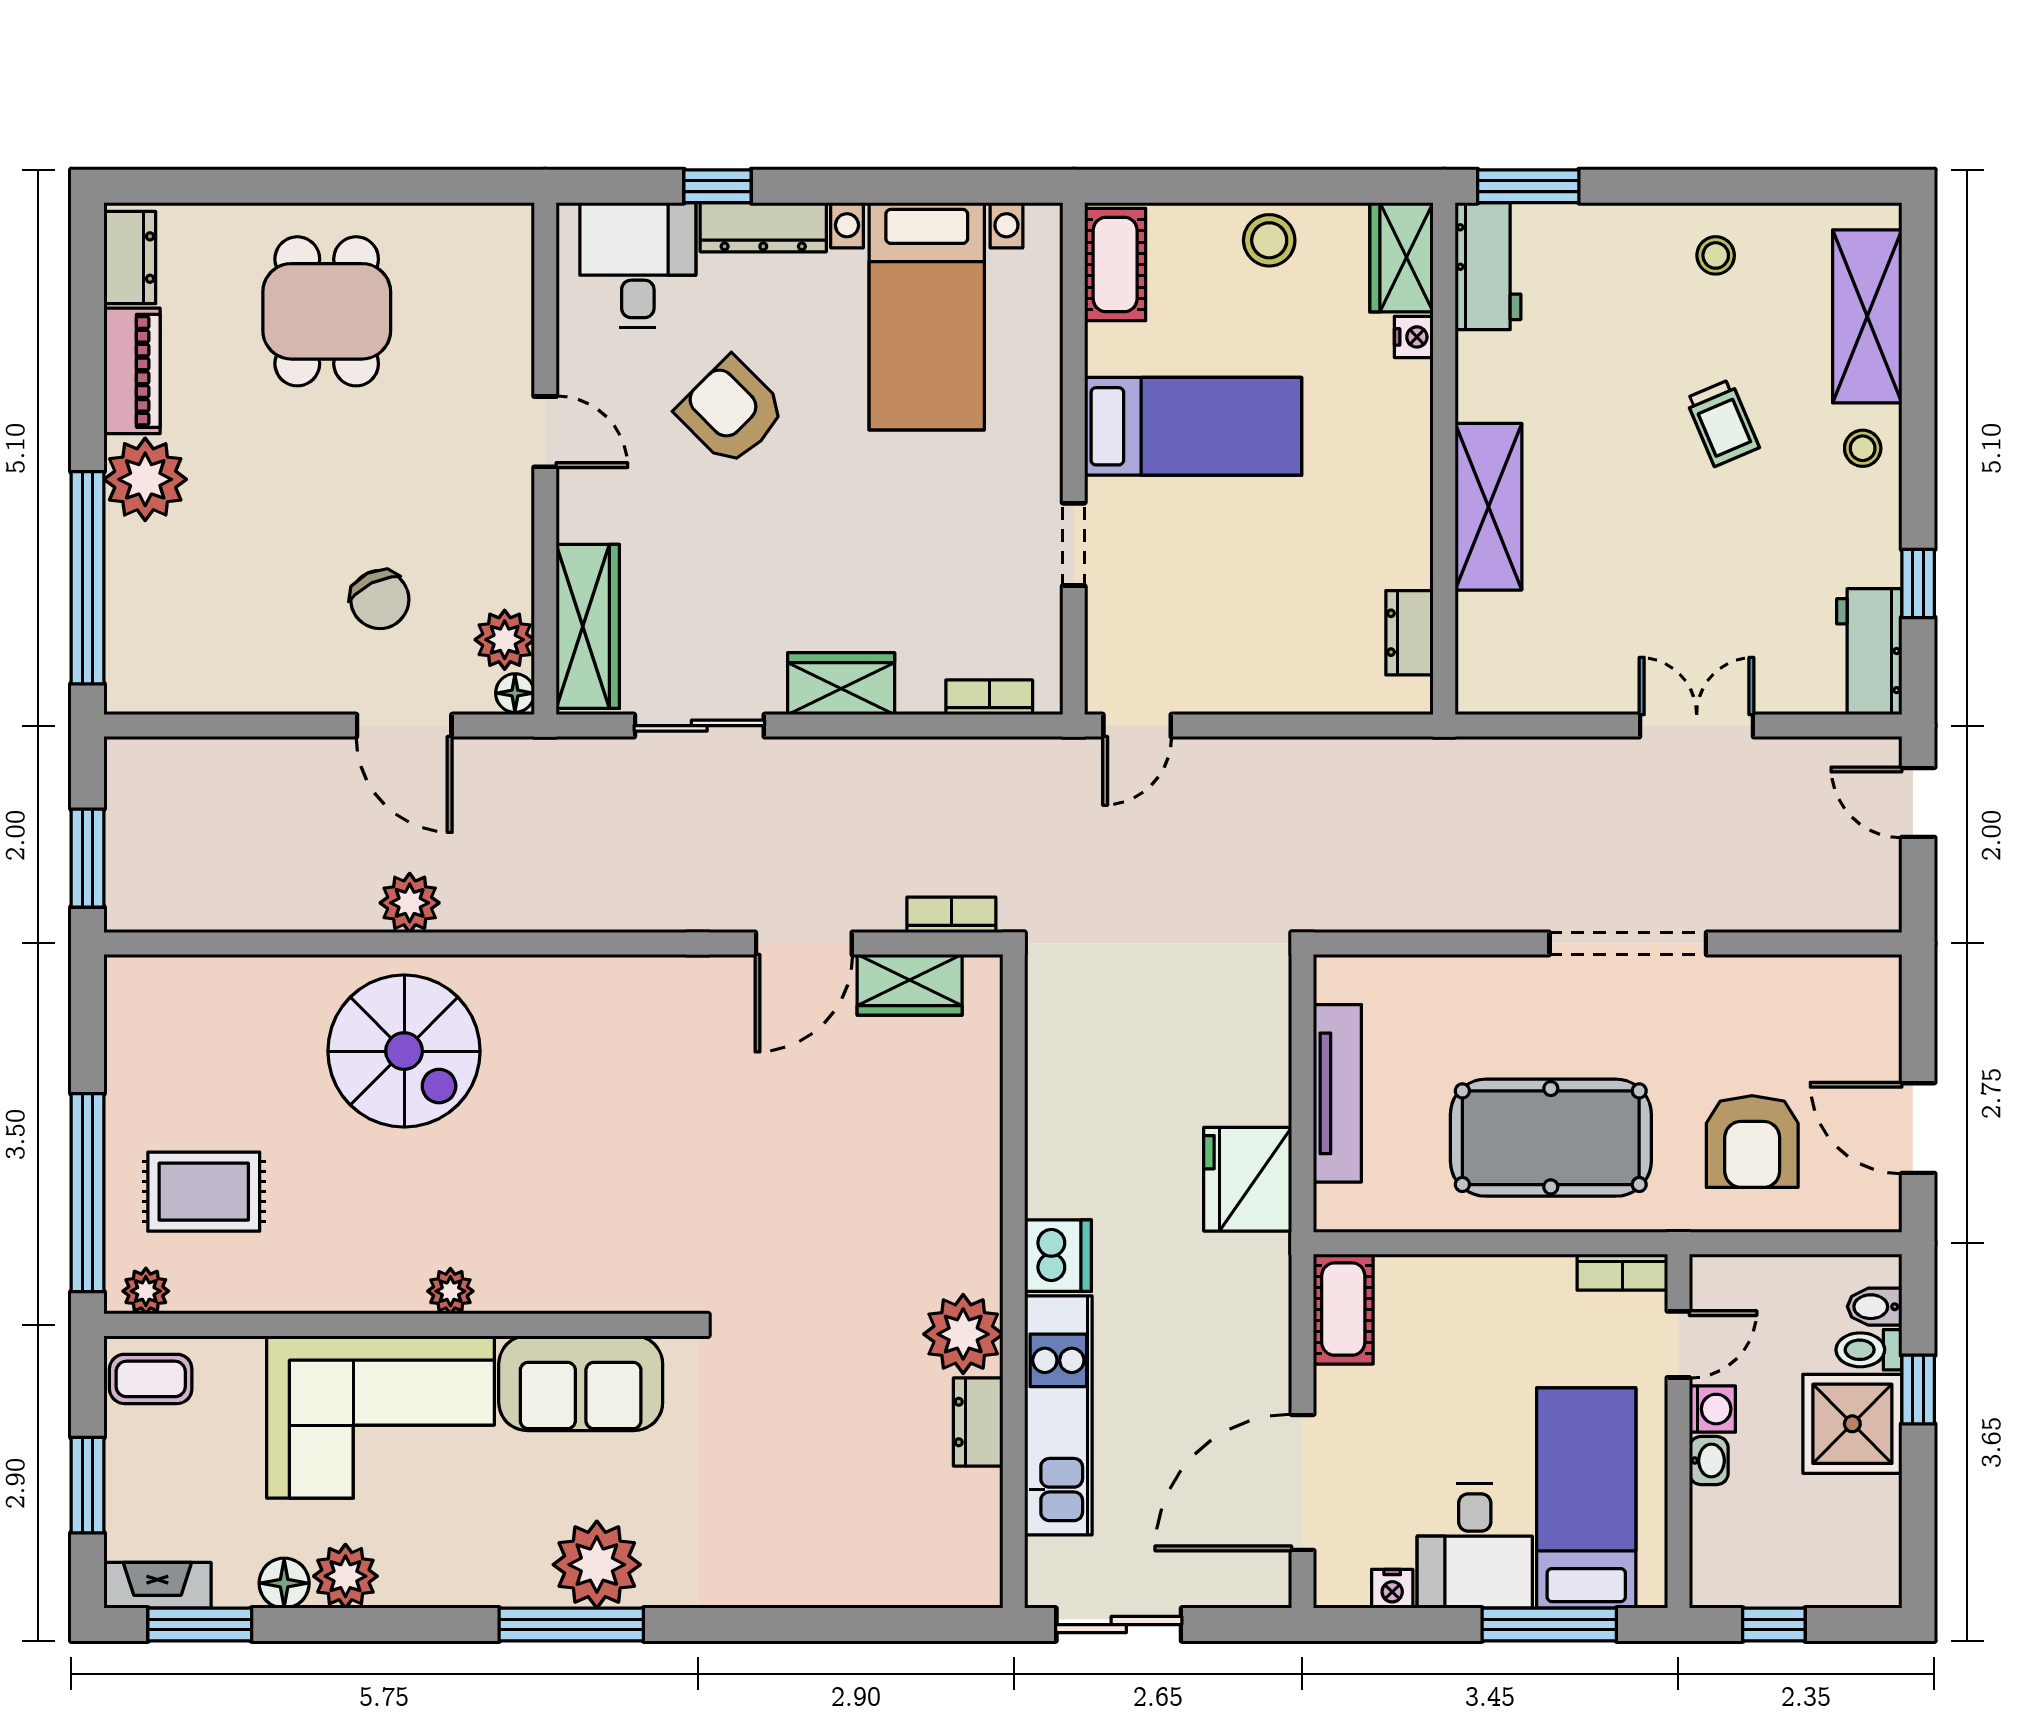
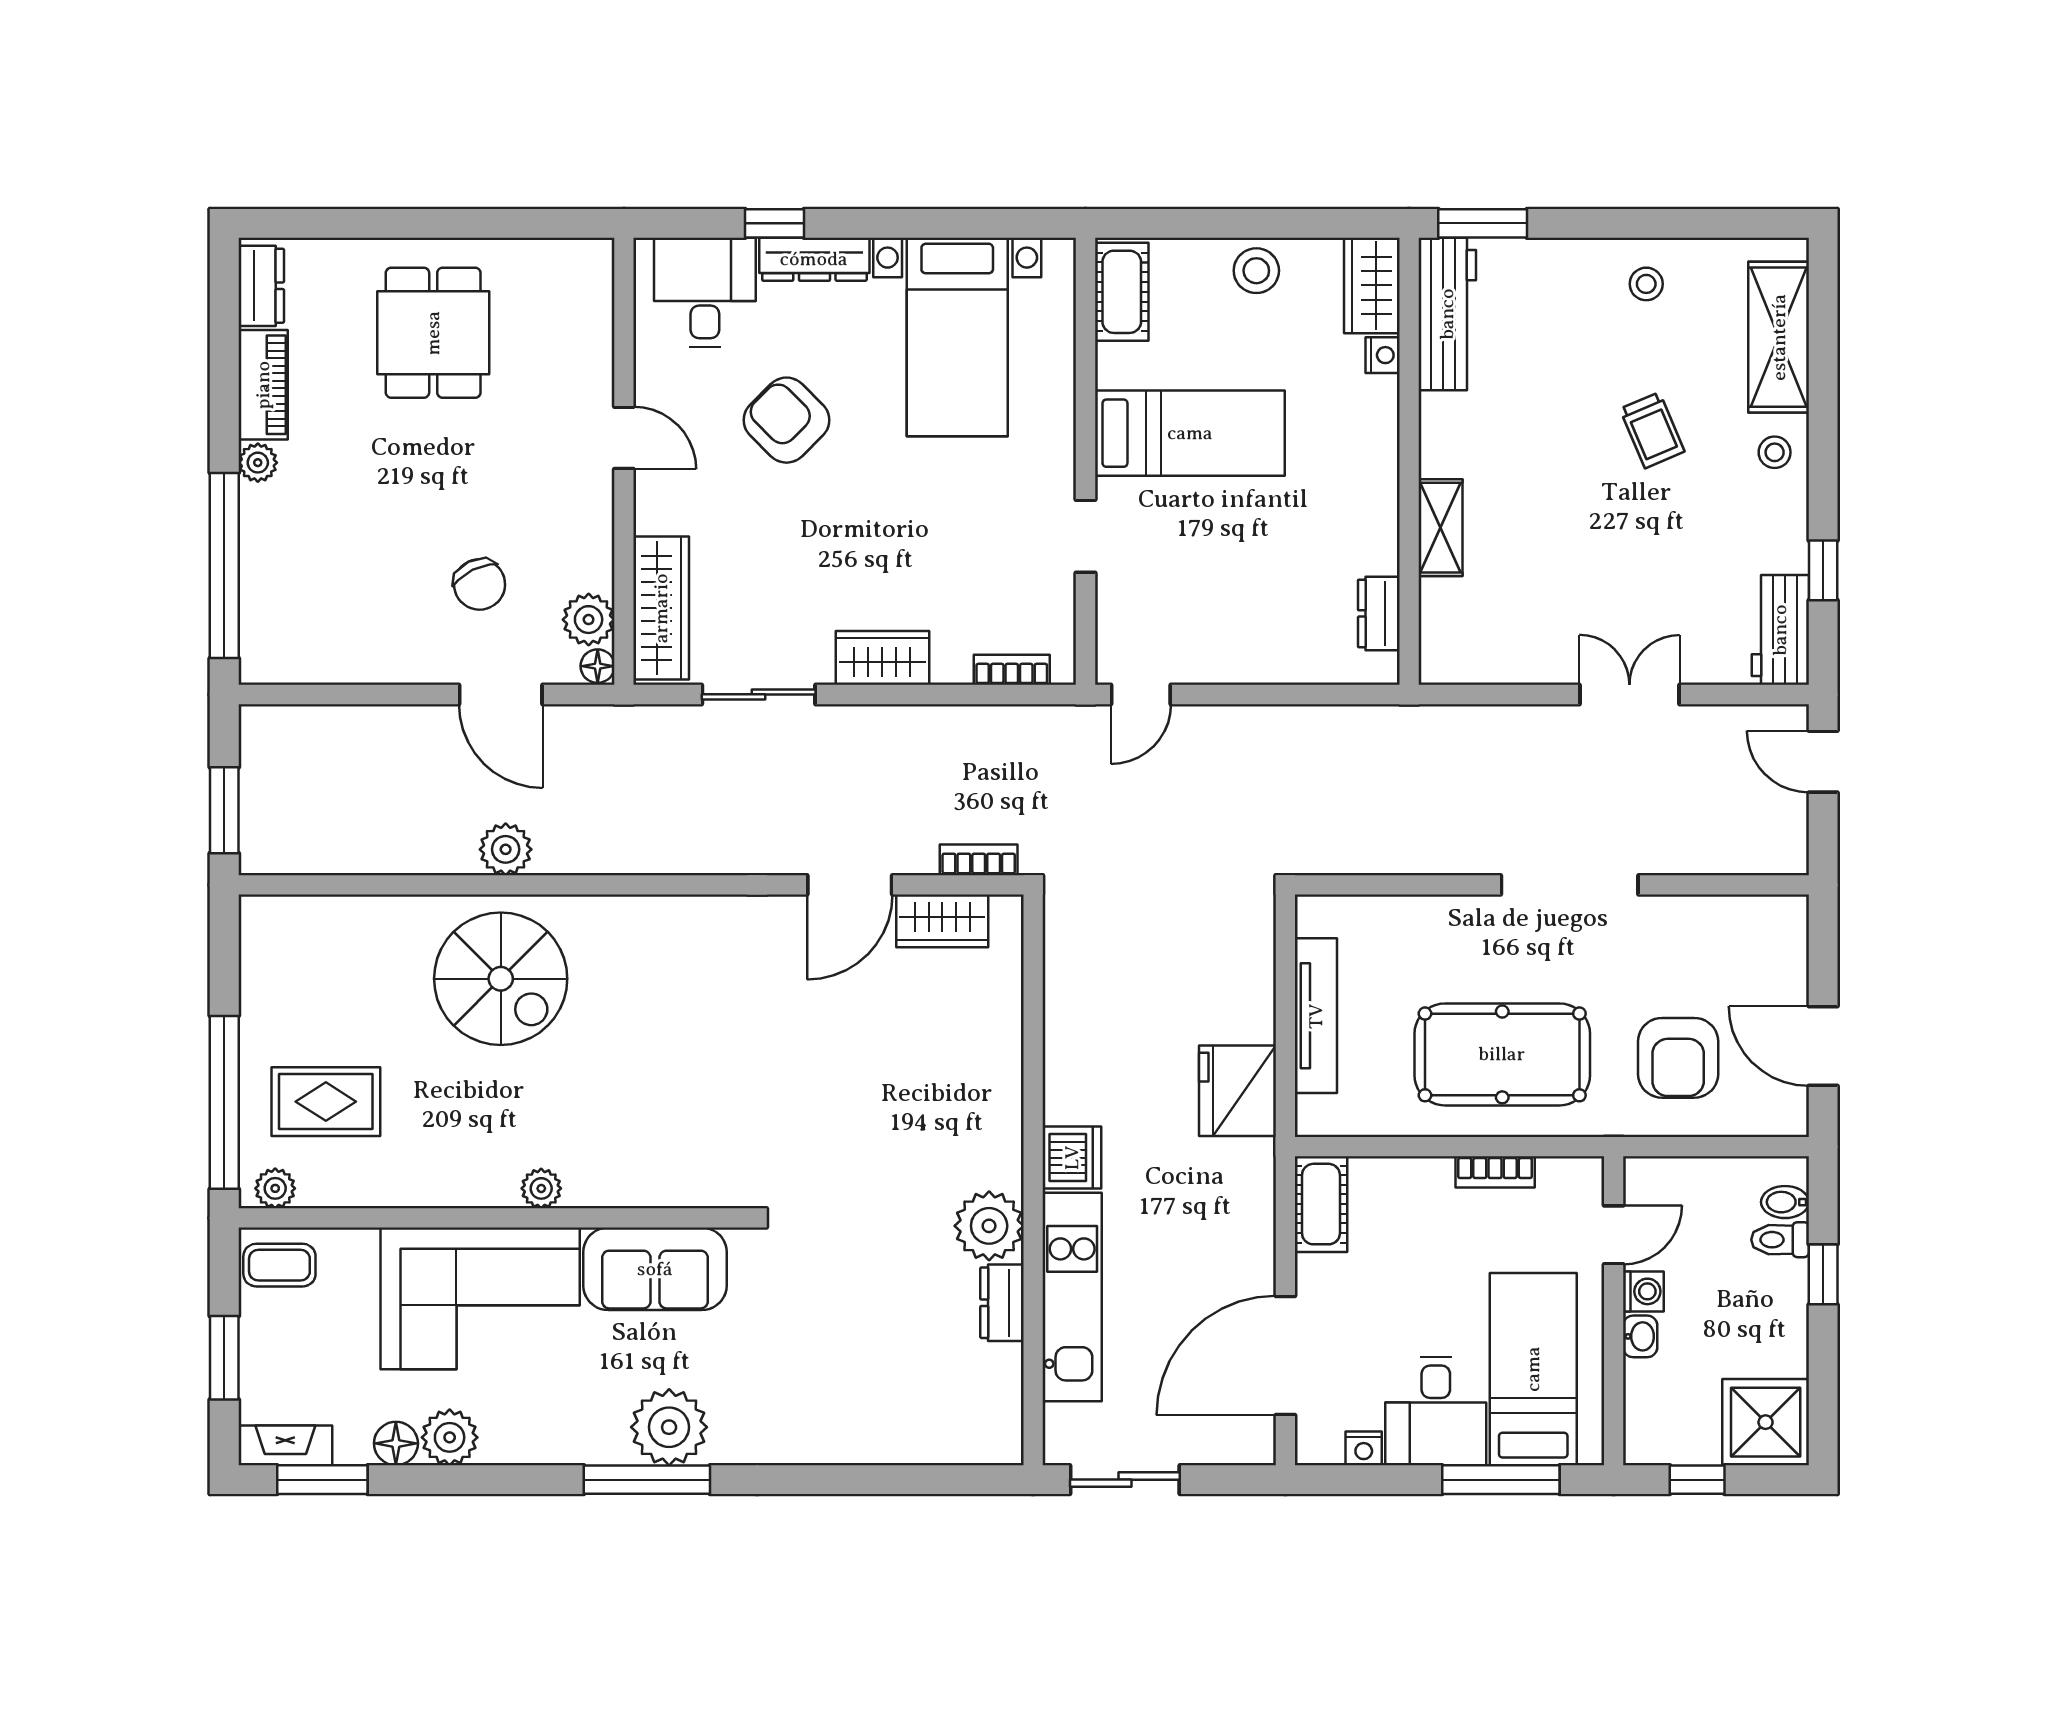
workbench: (1488, 266) -> (1447, 314), width x1.37
plant: (145, 479) -> (258, 463), width x0.53, depth x0.53
shelving: (1488, 507) -> (1440, 528), width x0.67, depth x0.75
bookcase: (1622, 1272) -> (1495, 1172), moved
shower: (1852, 1424) -> (1766, 1422), moved

